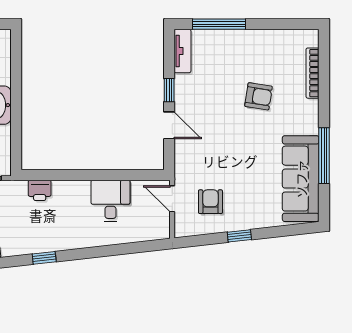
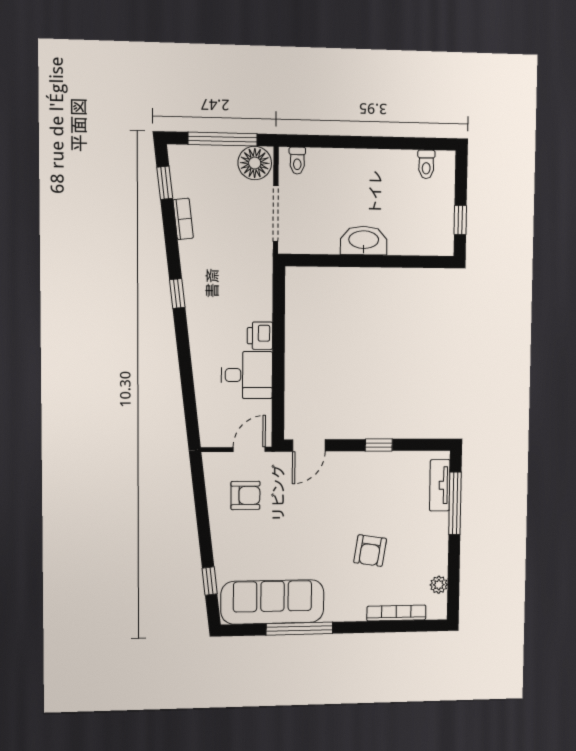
plant: (289, 37) -> (439, 585), added
tv unit: (182, 51) -> (440, 485), moved, turned 90
door: (169, 125) -> (309, 445), moved
printer: (40, 190) -> (260, 336), moved
window: (239, 236) -> (210, 581), moved

